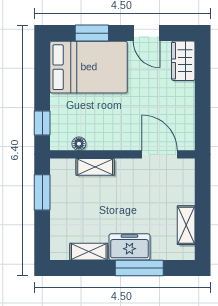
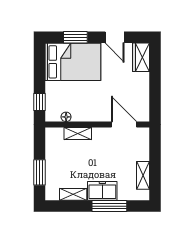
window: (42, 192) -> (40, 172), moved

